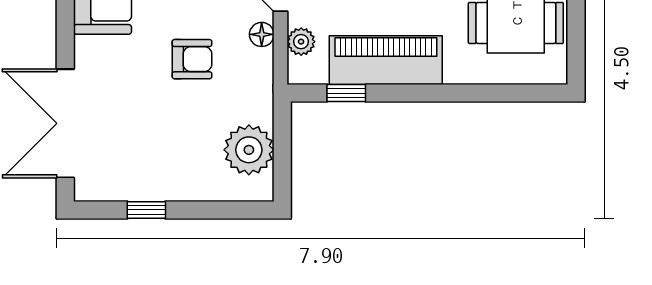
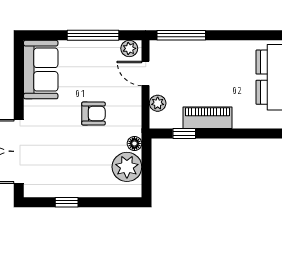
floor lamp: (262, 34) -> (134, 143), moved
piano: (386, 60) -> (208, 118), width x0.73, depth x0.75

